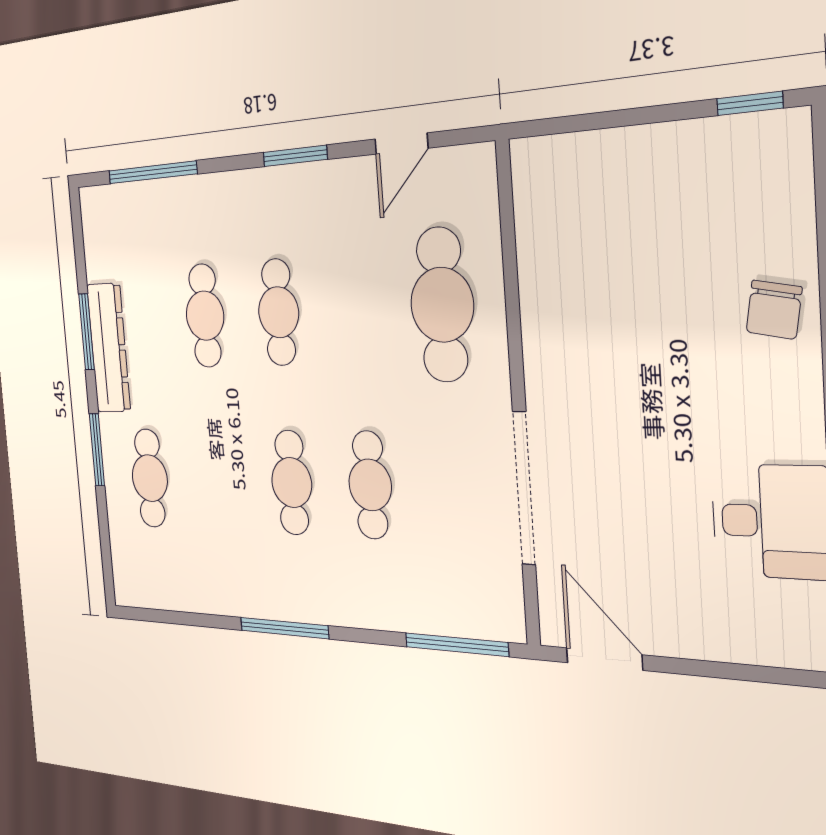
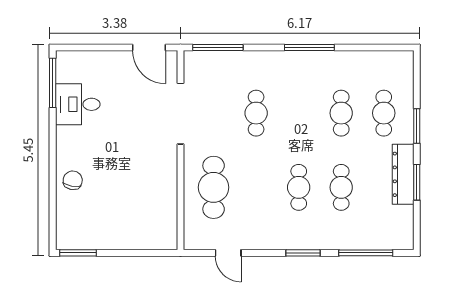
window: (750, 103) -> (78, 253), width x1.50
door: (401, 144) -> (228, 253), swing flipped
window: (295, 156) -> (303, 253), moved
cafe table: (292, 483) -> (341, 113), moved

